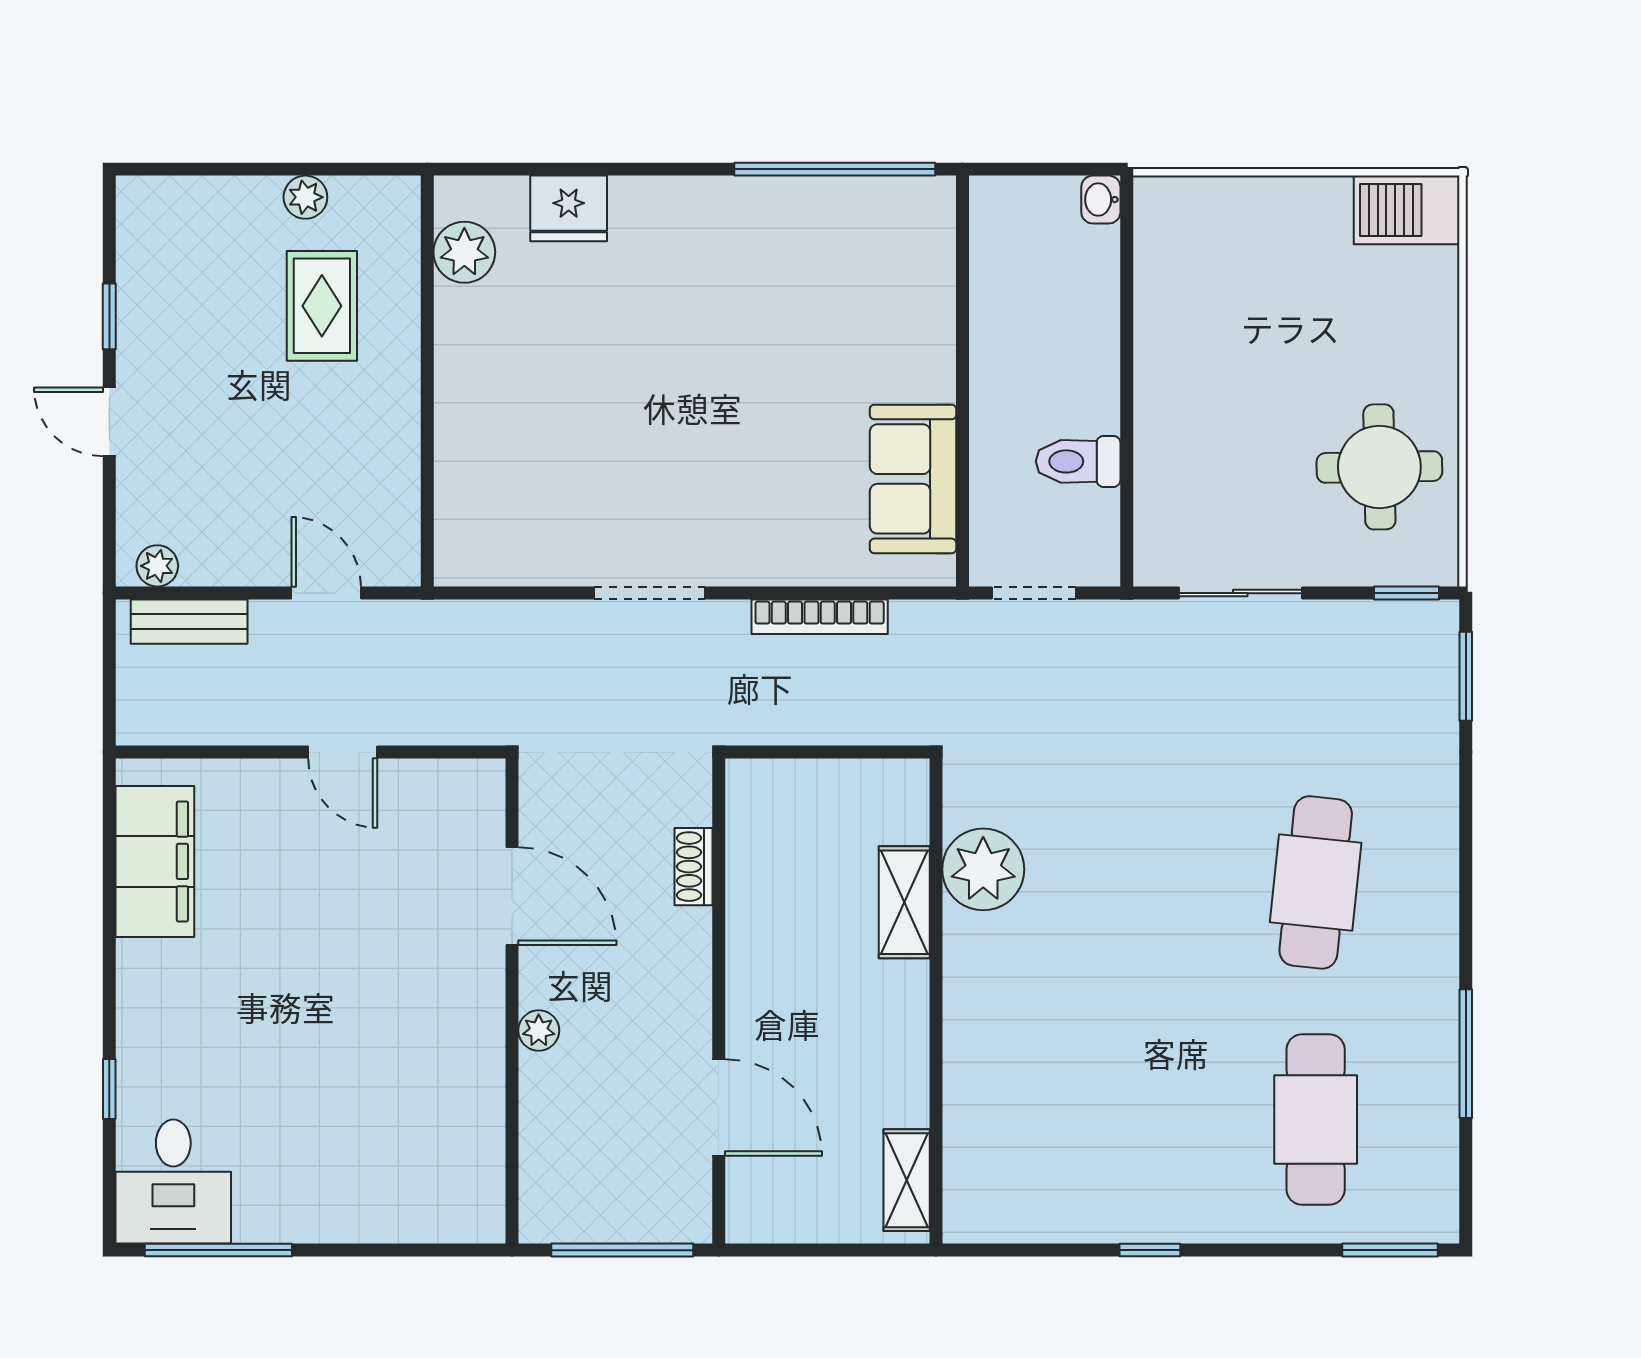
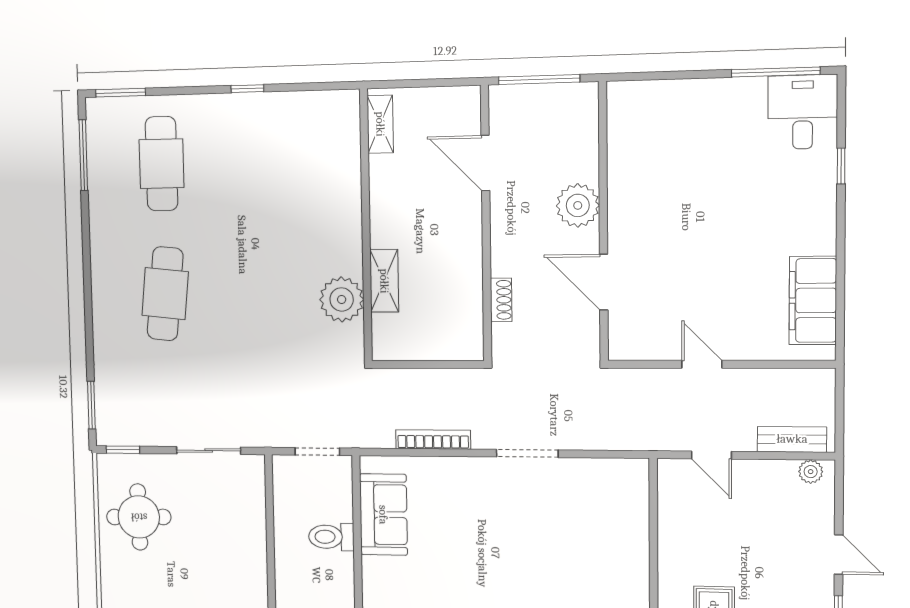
toilet: (1078, 461) -> (331, 537), moved, turned 180
plant: (539, 1030) -> (578, 205), width x1.87, depth x1.87
window: (1466, 1054) -> (83, 155), moved

